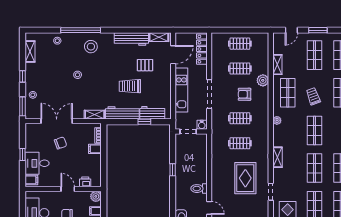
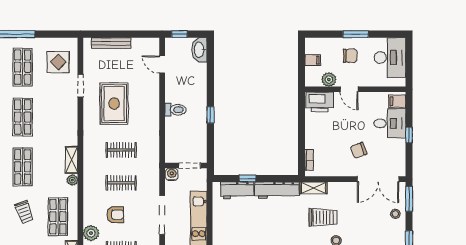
trolley: (130, 86) -> (323, 217), moved
double door: (57, 121) -> (378, 179), moved
filing cabinet: (95, 149) -> (313, 142), removed
shelving: (277, 157) -> (72, 160), moved
printer: (85, 182) -> (320, 102), width x1.87, depth x1.48
toilet: (199, 189) -> (175, 110), moved
plant: (96, 196) -> (329, 80), moved

